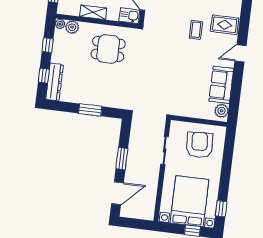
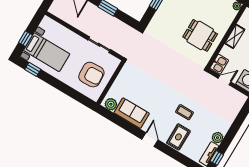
plant: (72, 27) -> (230, 14), removed
dining table: (108, 49) -> (200, 35), turned 90
bed with nightstands: (189, 201) -> (47, 52), width x0.73

